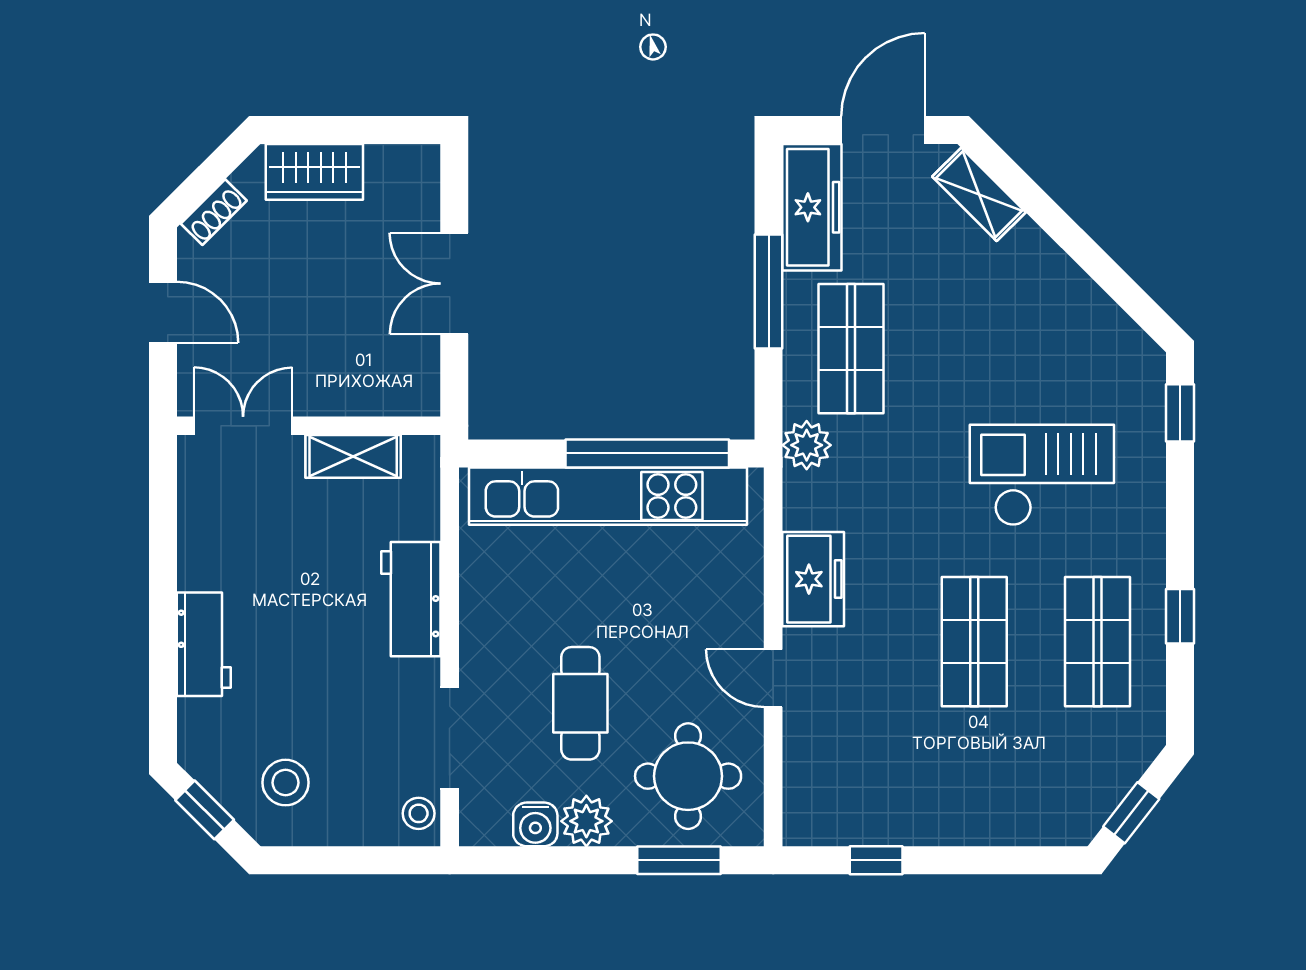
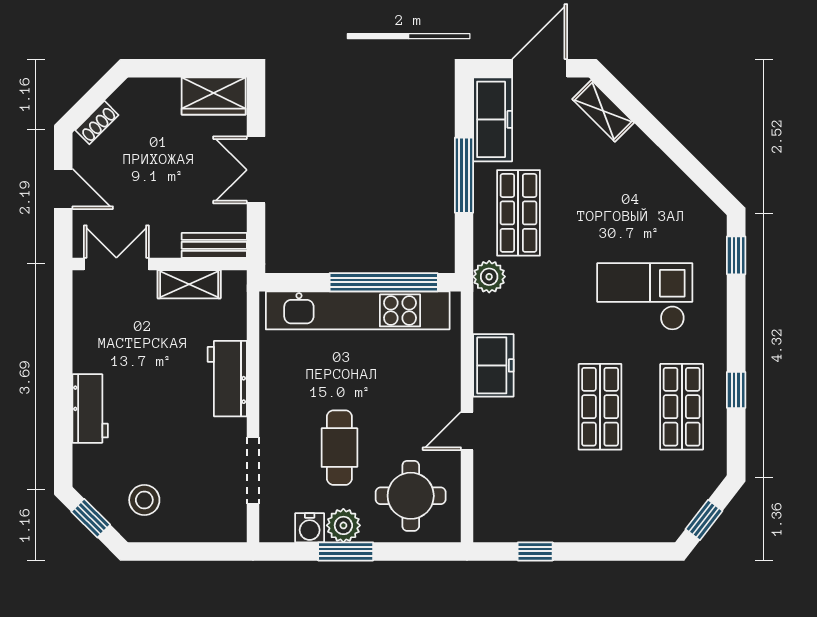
wardrobe: (314, 172) -> (214, 96), moved
bench: (391, 398) -> (214, 245), added
door: (773, 678) -> (467, 431), hinge flipped
stool: (419, 813) -> (232, 520), removed
window: (679, 860) -> (346, 551), moved

